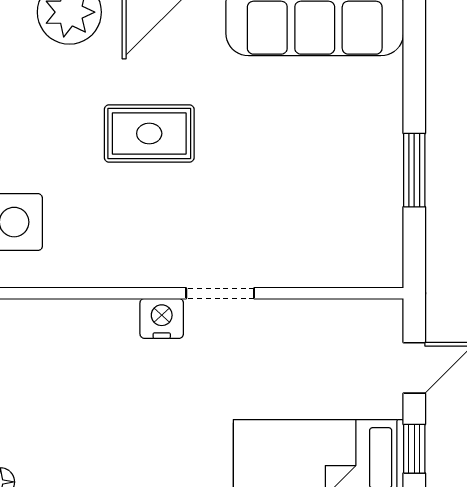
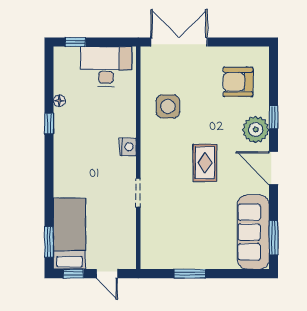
nightstand: (162, 318) -> (128, 147), moved

